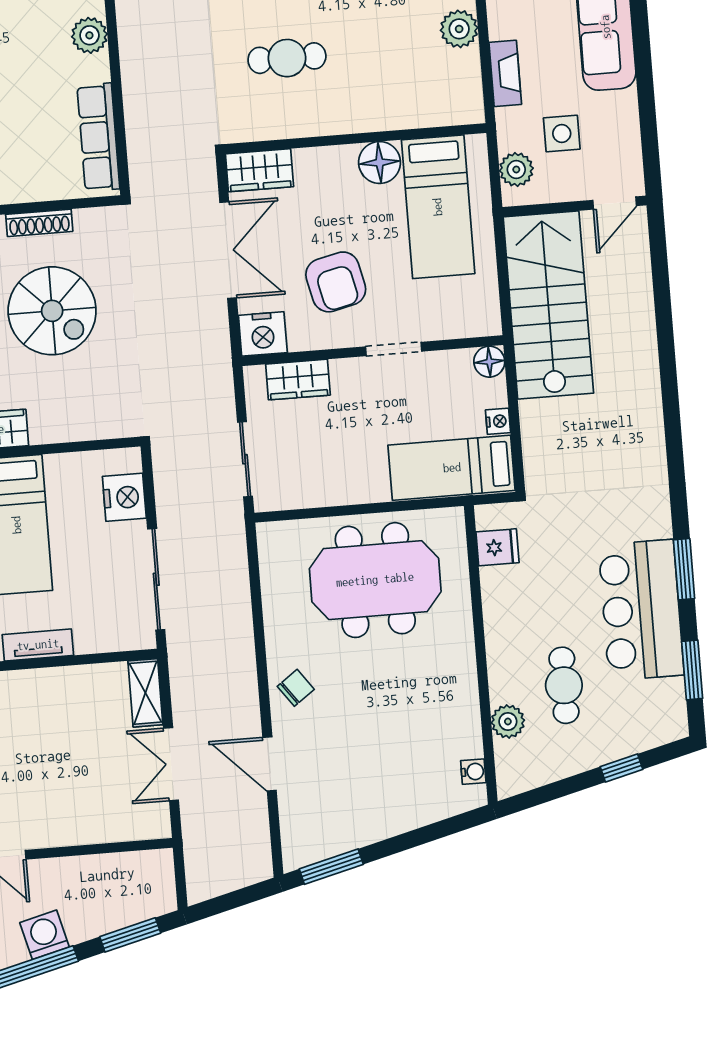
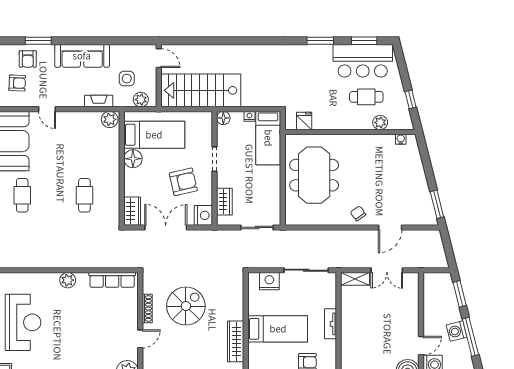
plant: (459, 29) -> (110, 119), moved
bar counter: (641, 610) -> (363, 61), moved
window: (621, 768) -> (410, 99), moved

